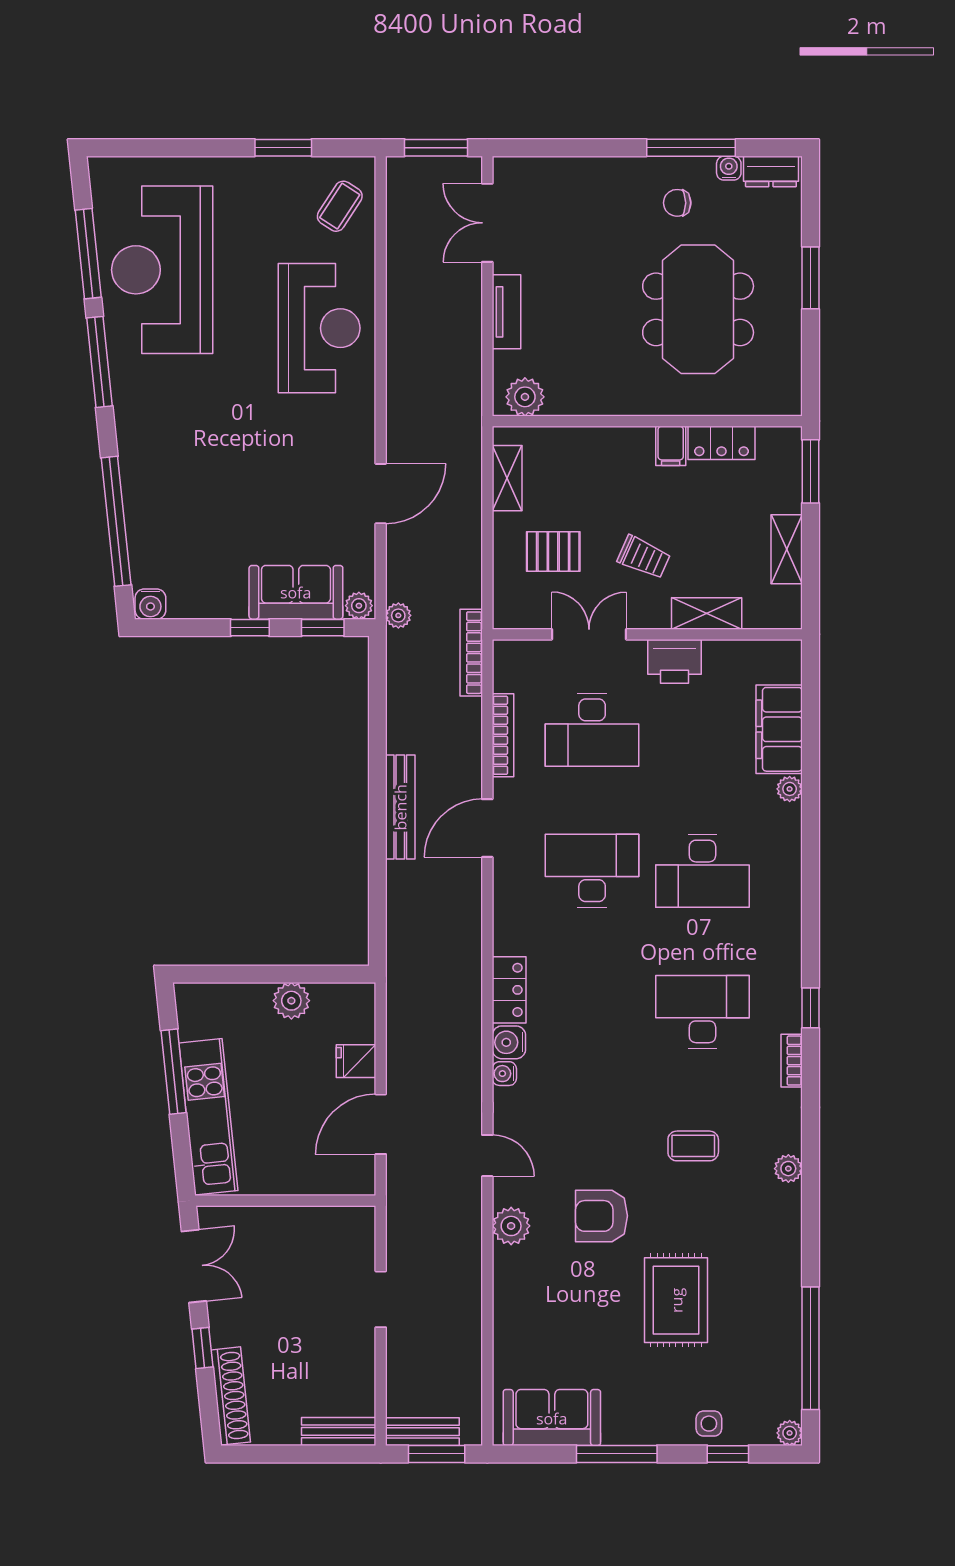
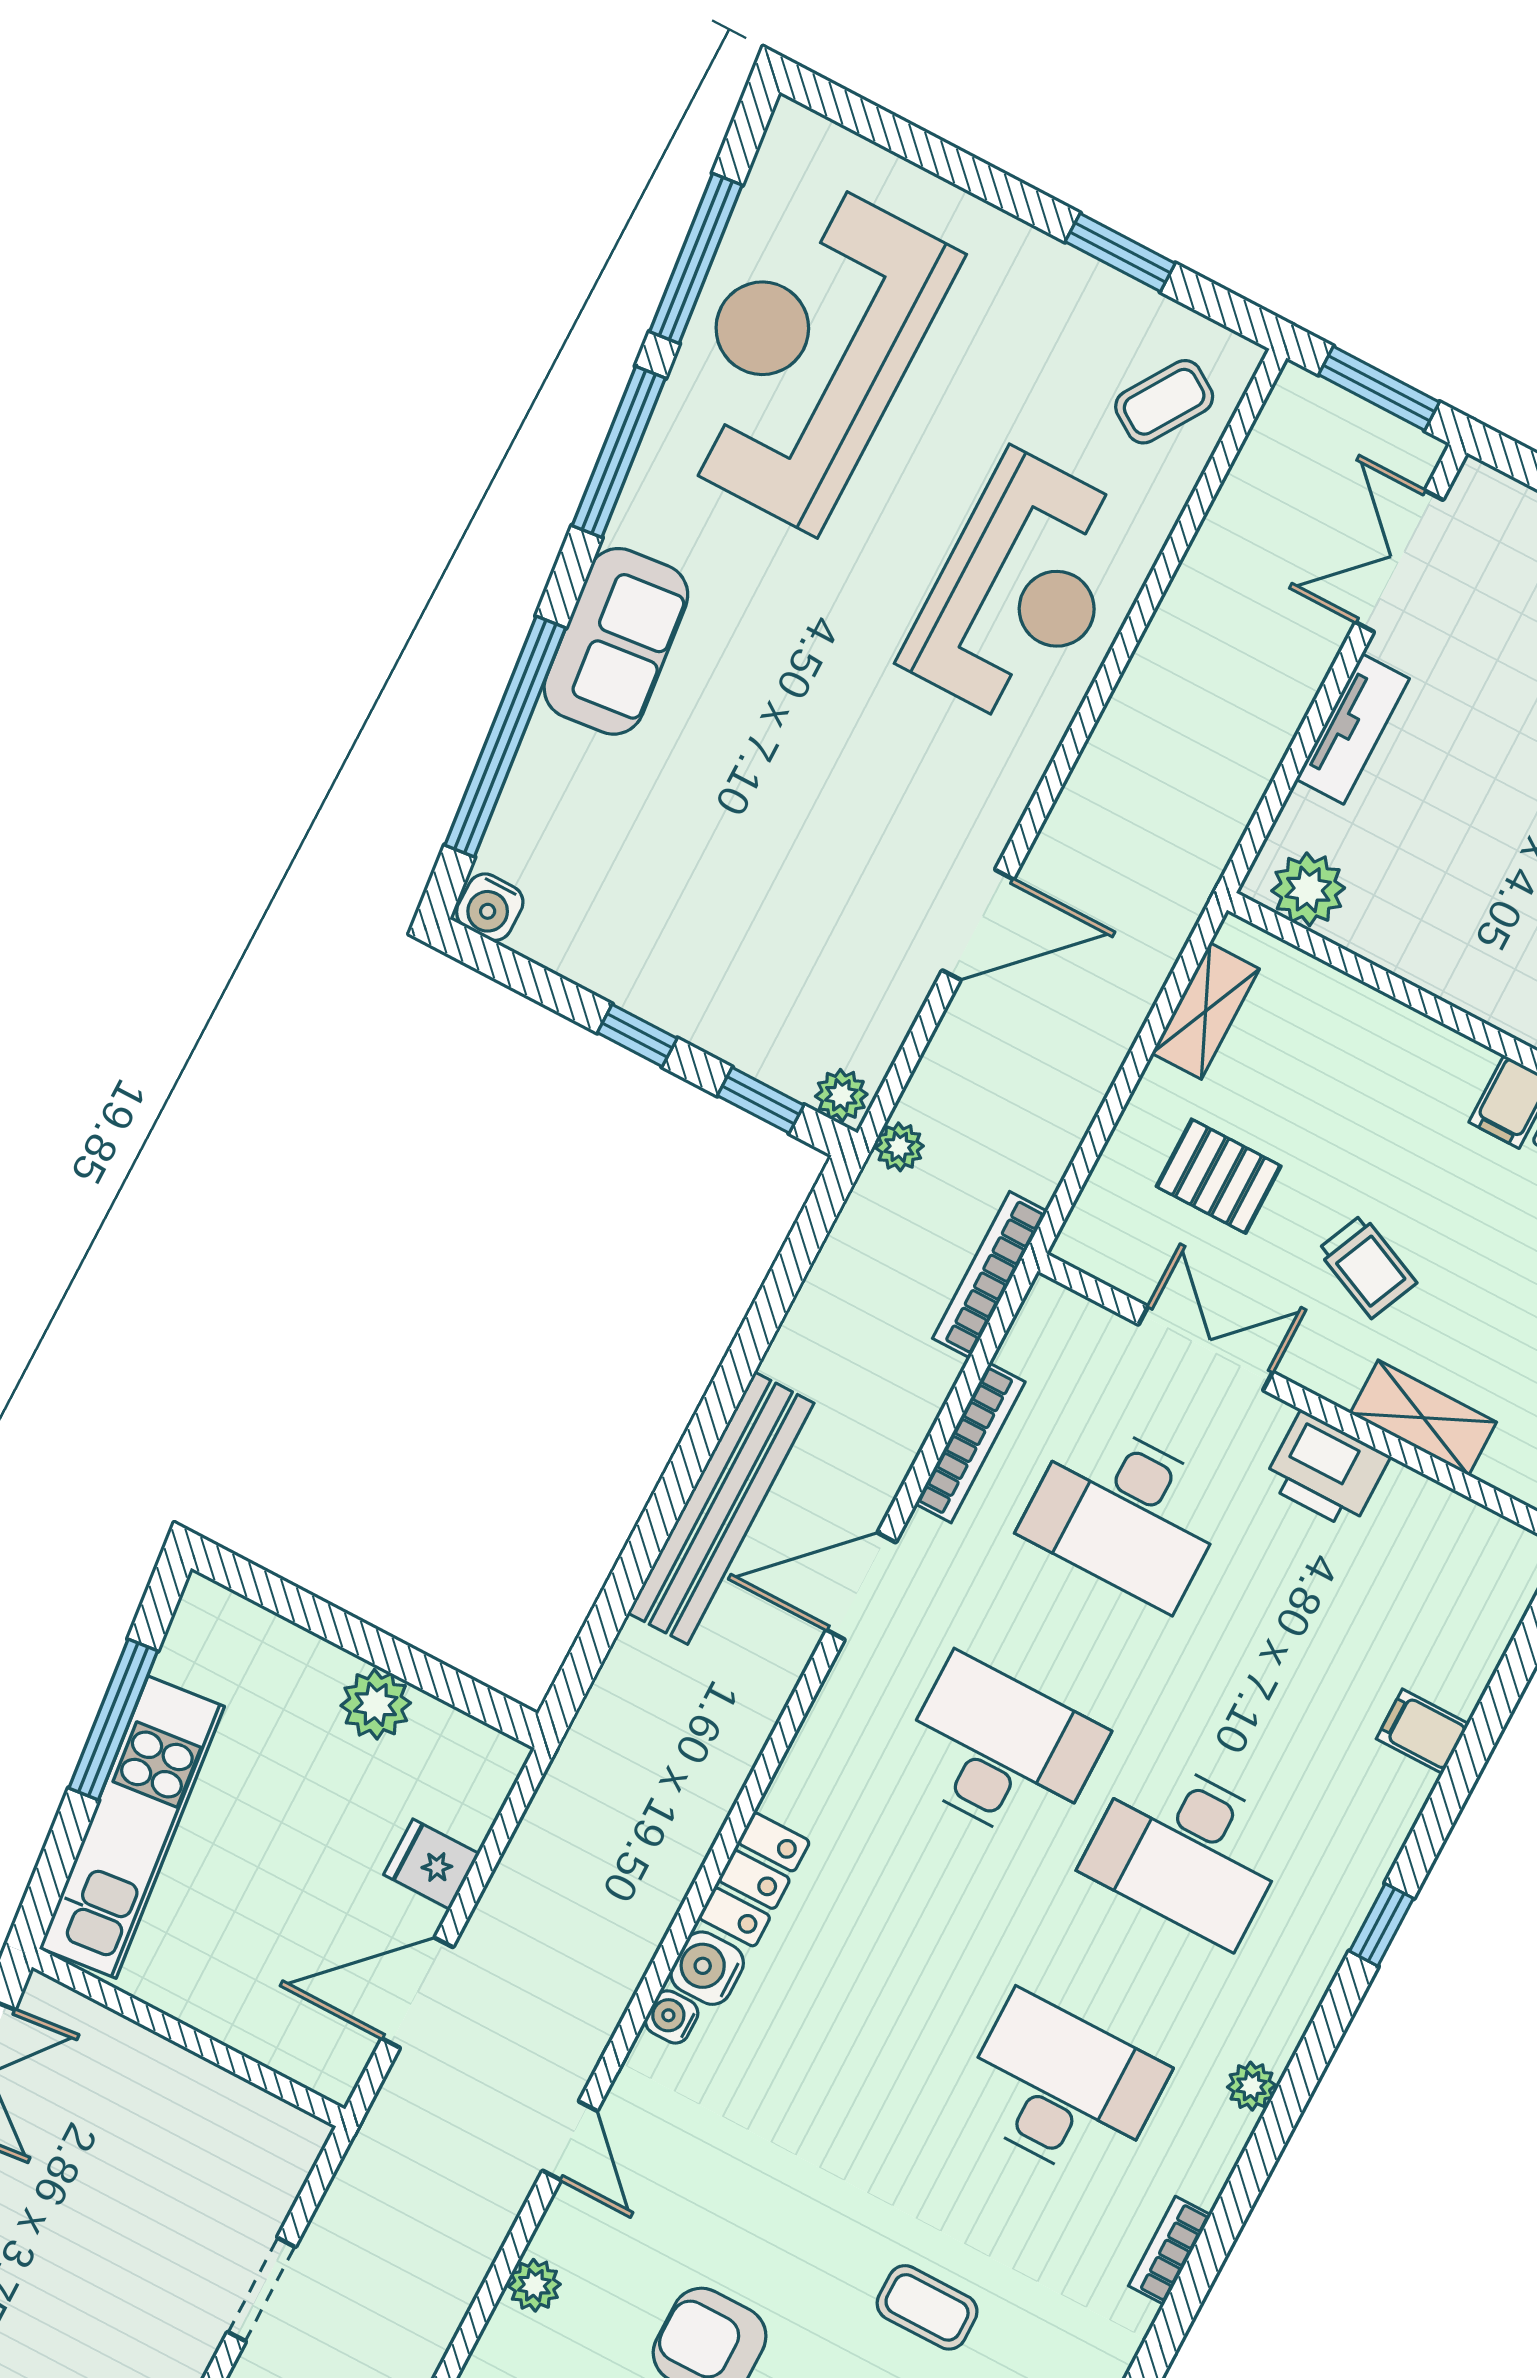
sofa: (296, 592) -> (616, 641), moved, turned 84
filing cabinet: (779, 729) -> (1423, 1731), width x0.33, depth x0.86
plant: (790, 789) -> (1251, 2086), moved
bench: (400, 807) -> (721, 1508), width x1.37, depth x1.21
window: (811, 1008) -> (1382, 1925), moved
plant: (511, 1226) -> (534, 2285), width x0.73, depth x0.73

